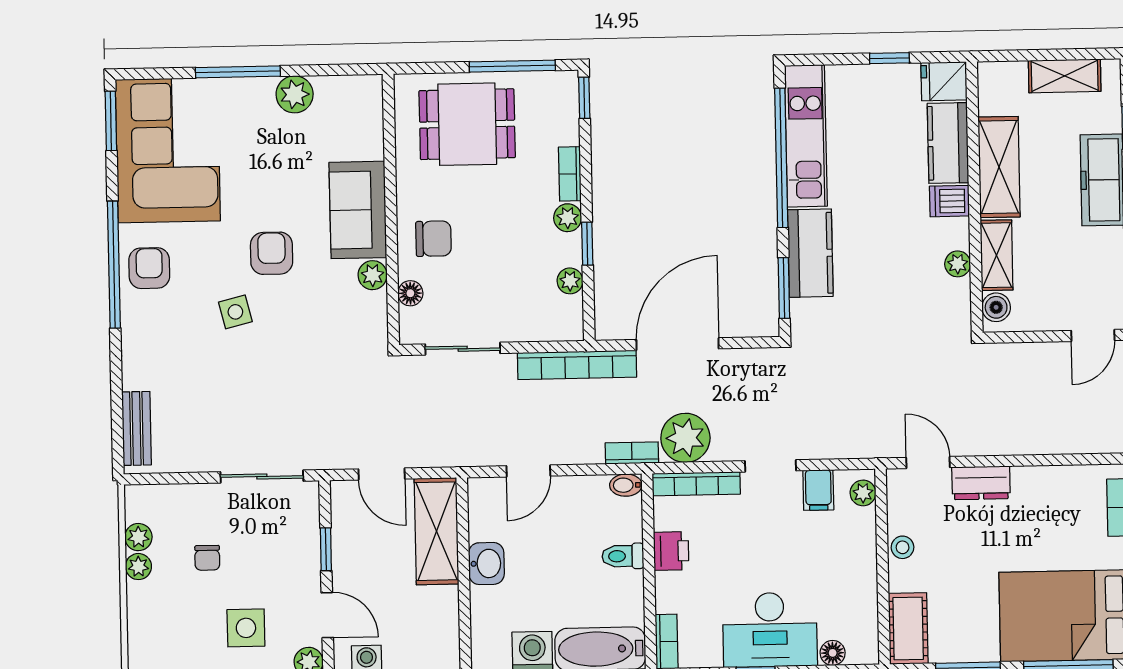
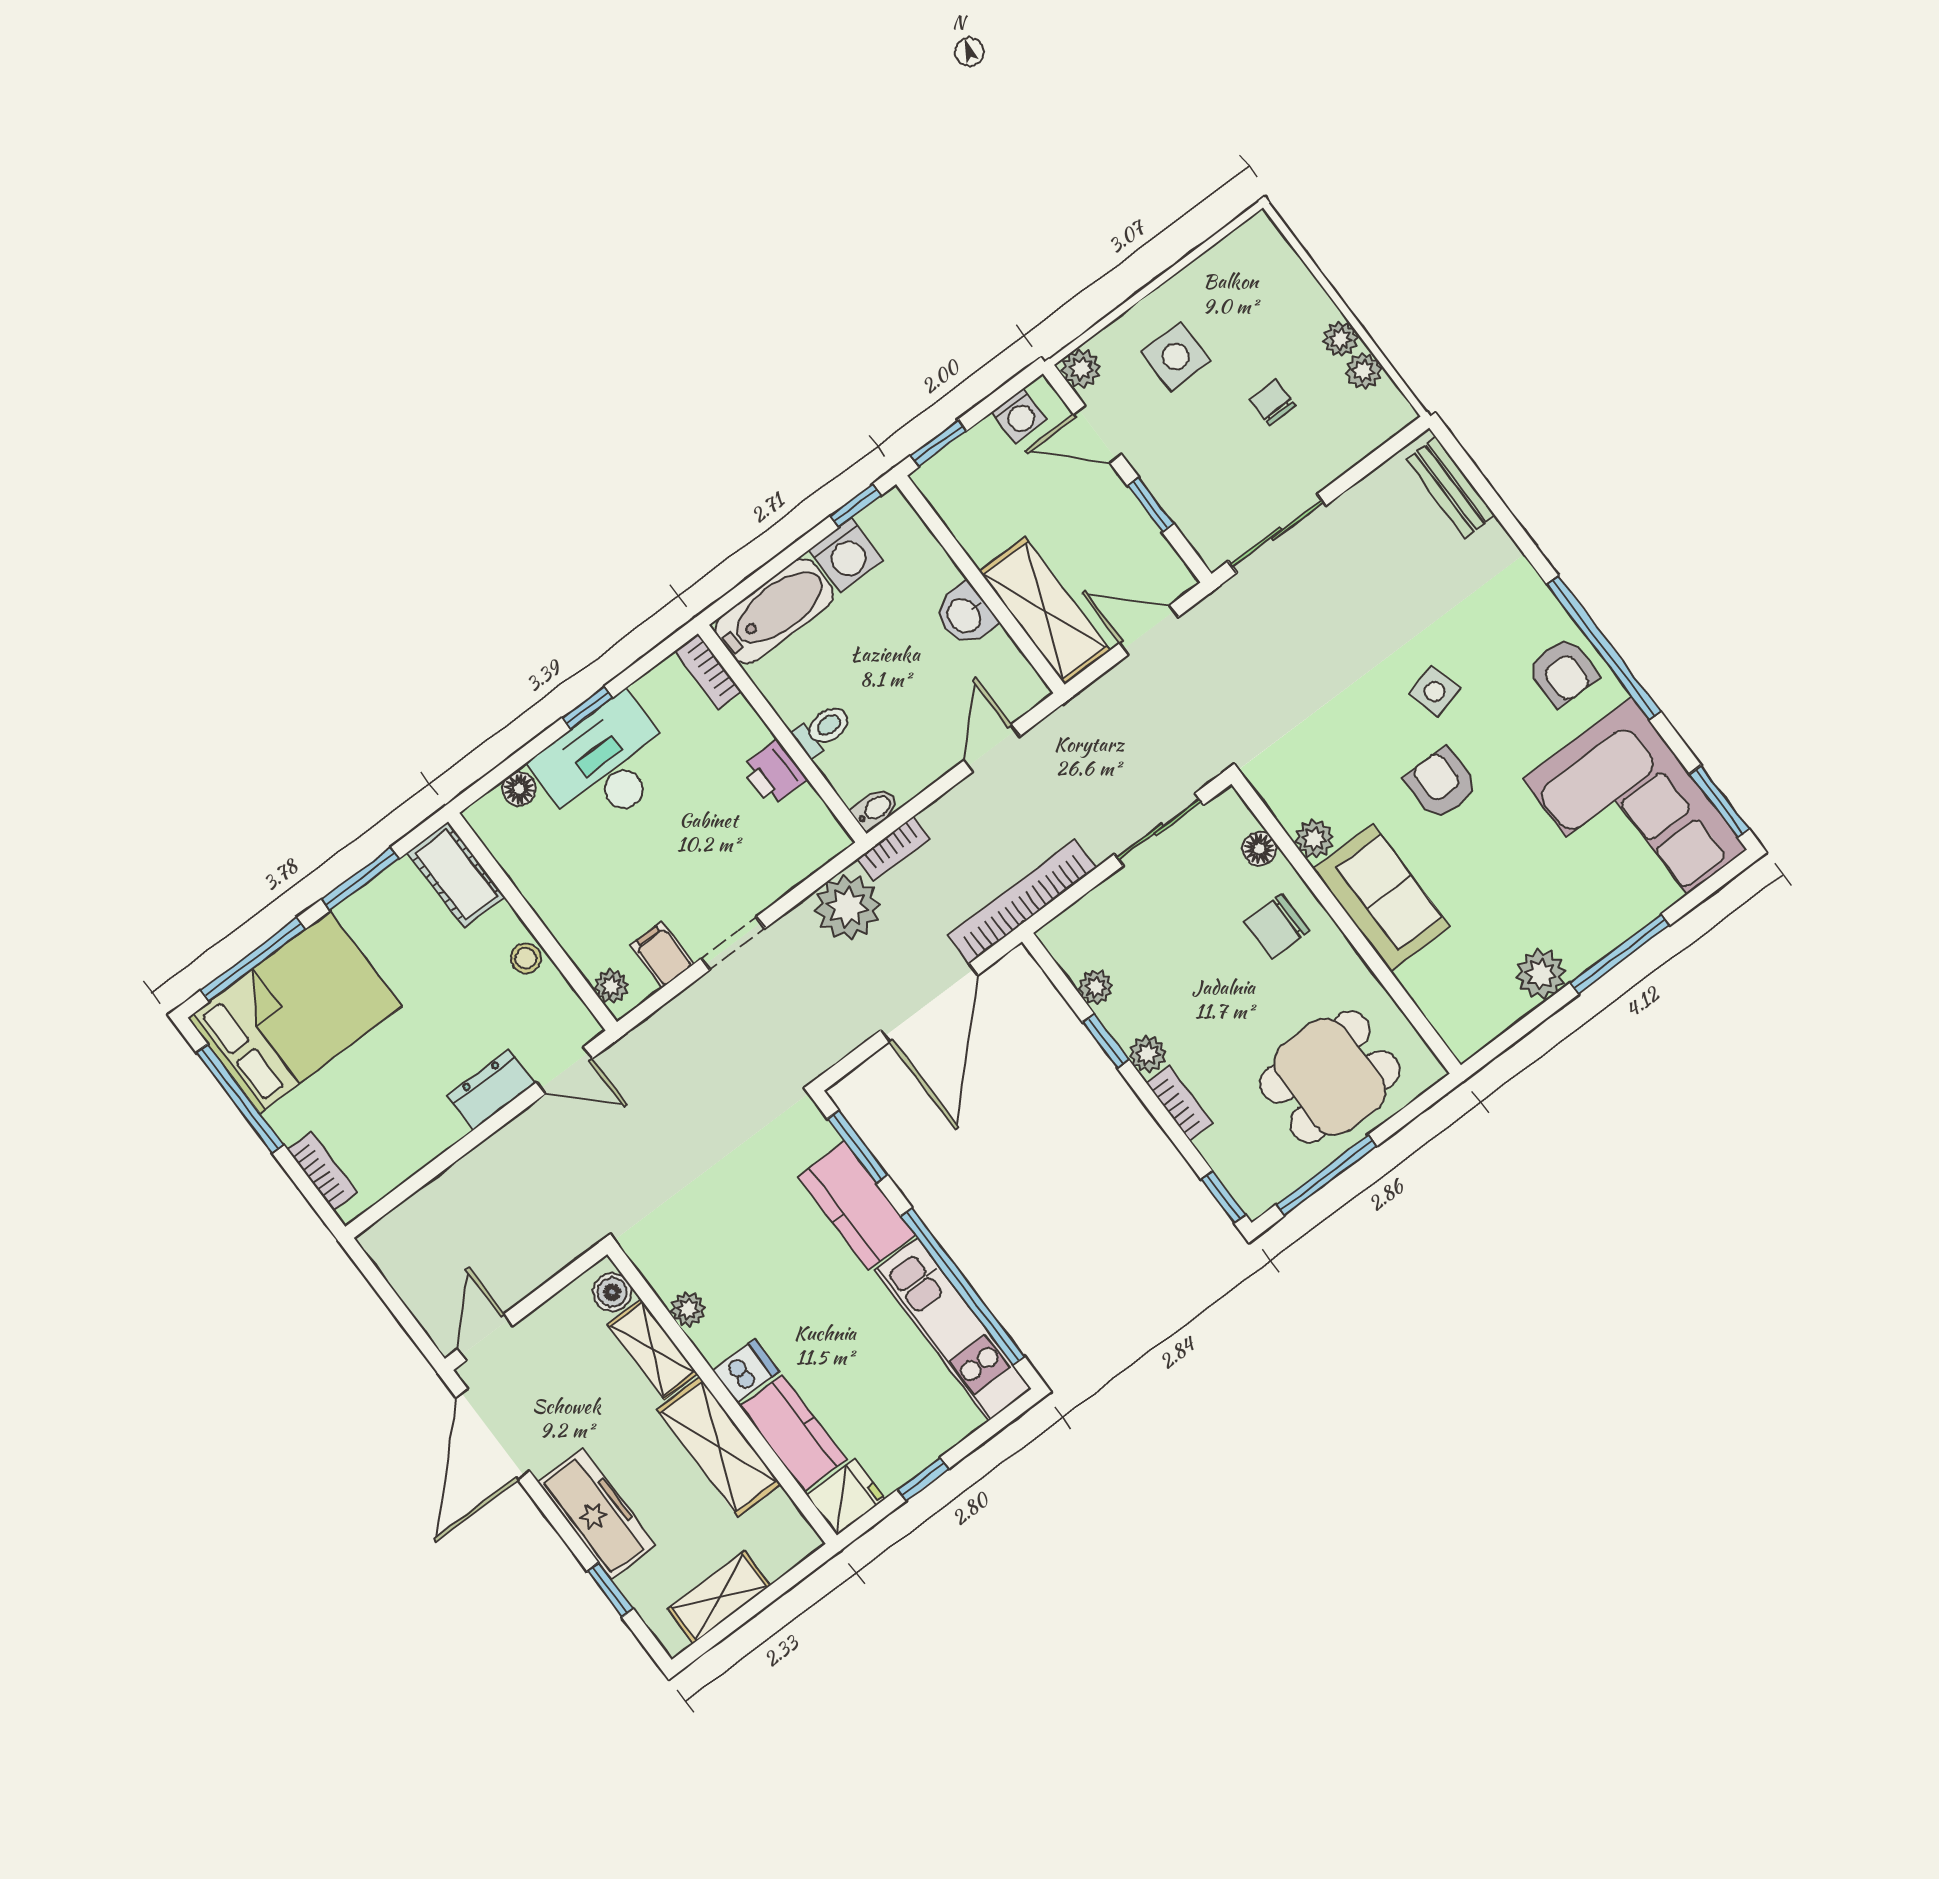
armchair: (272, 253) -> (1441, 783), turned 180
bookcase: (696, 484) -> (800, 866), removed

